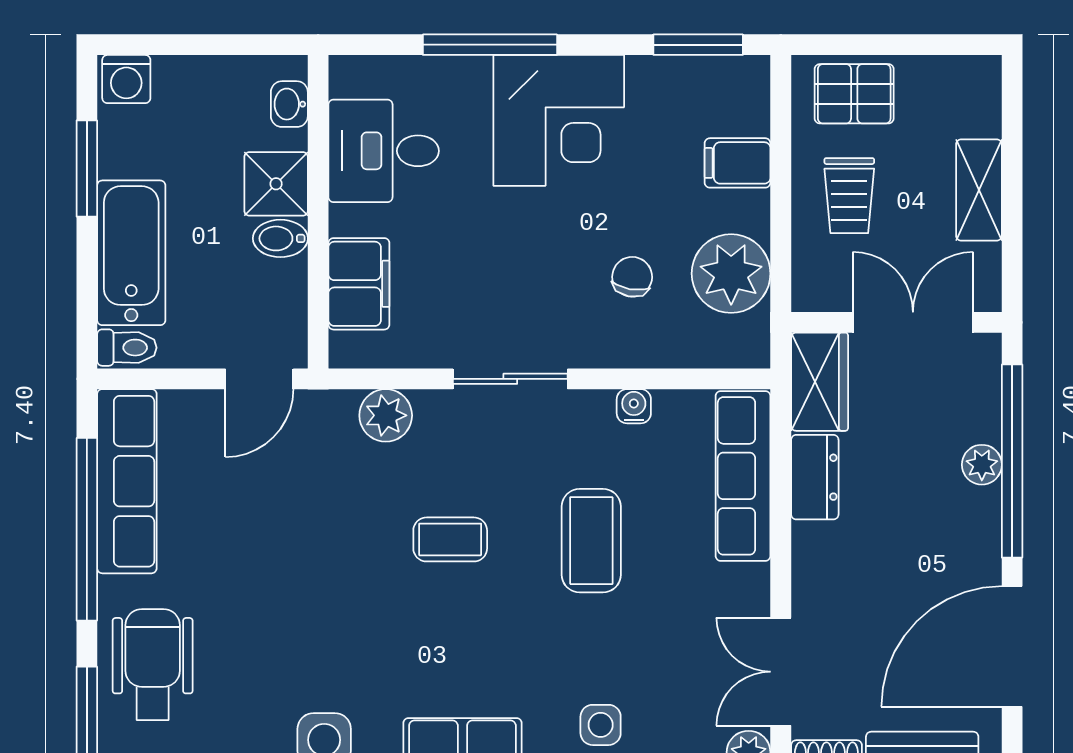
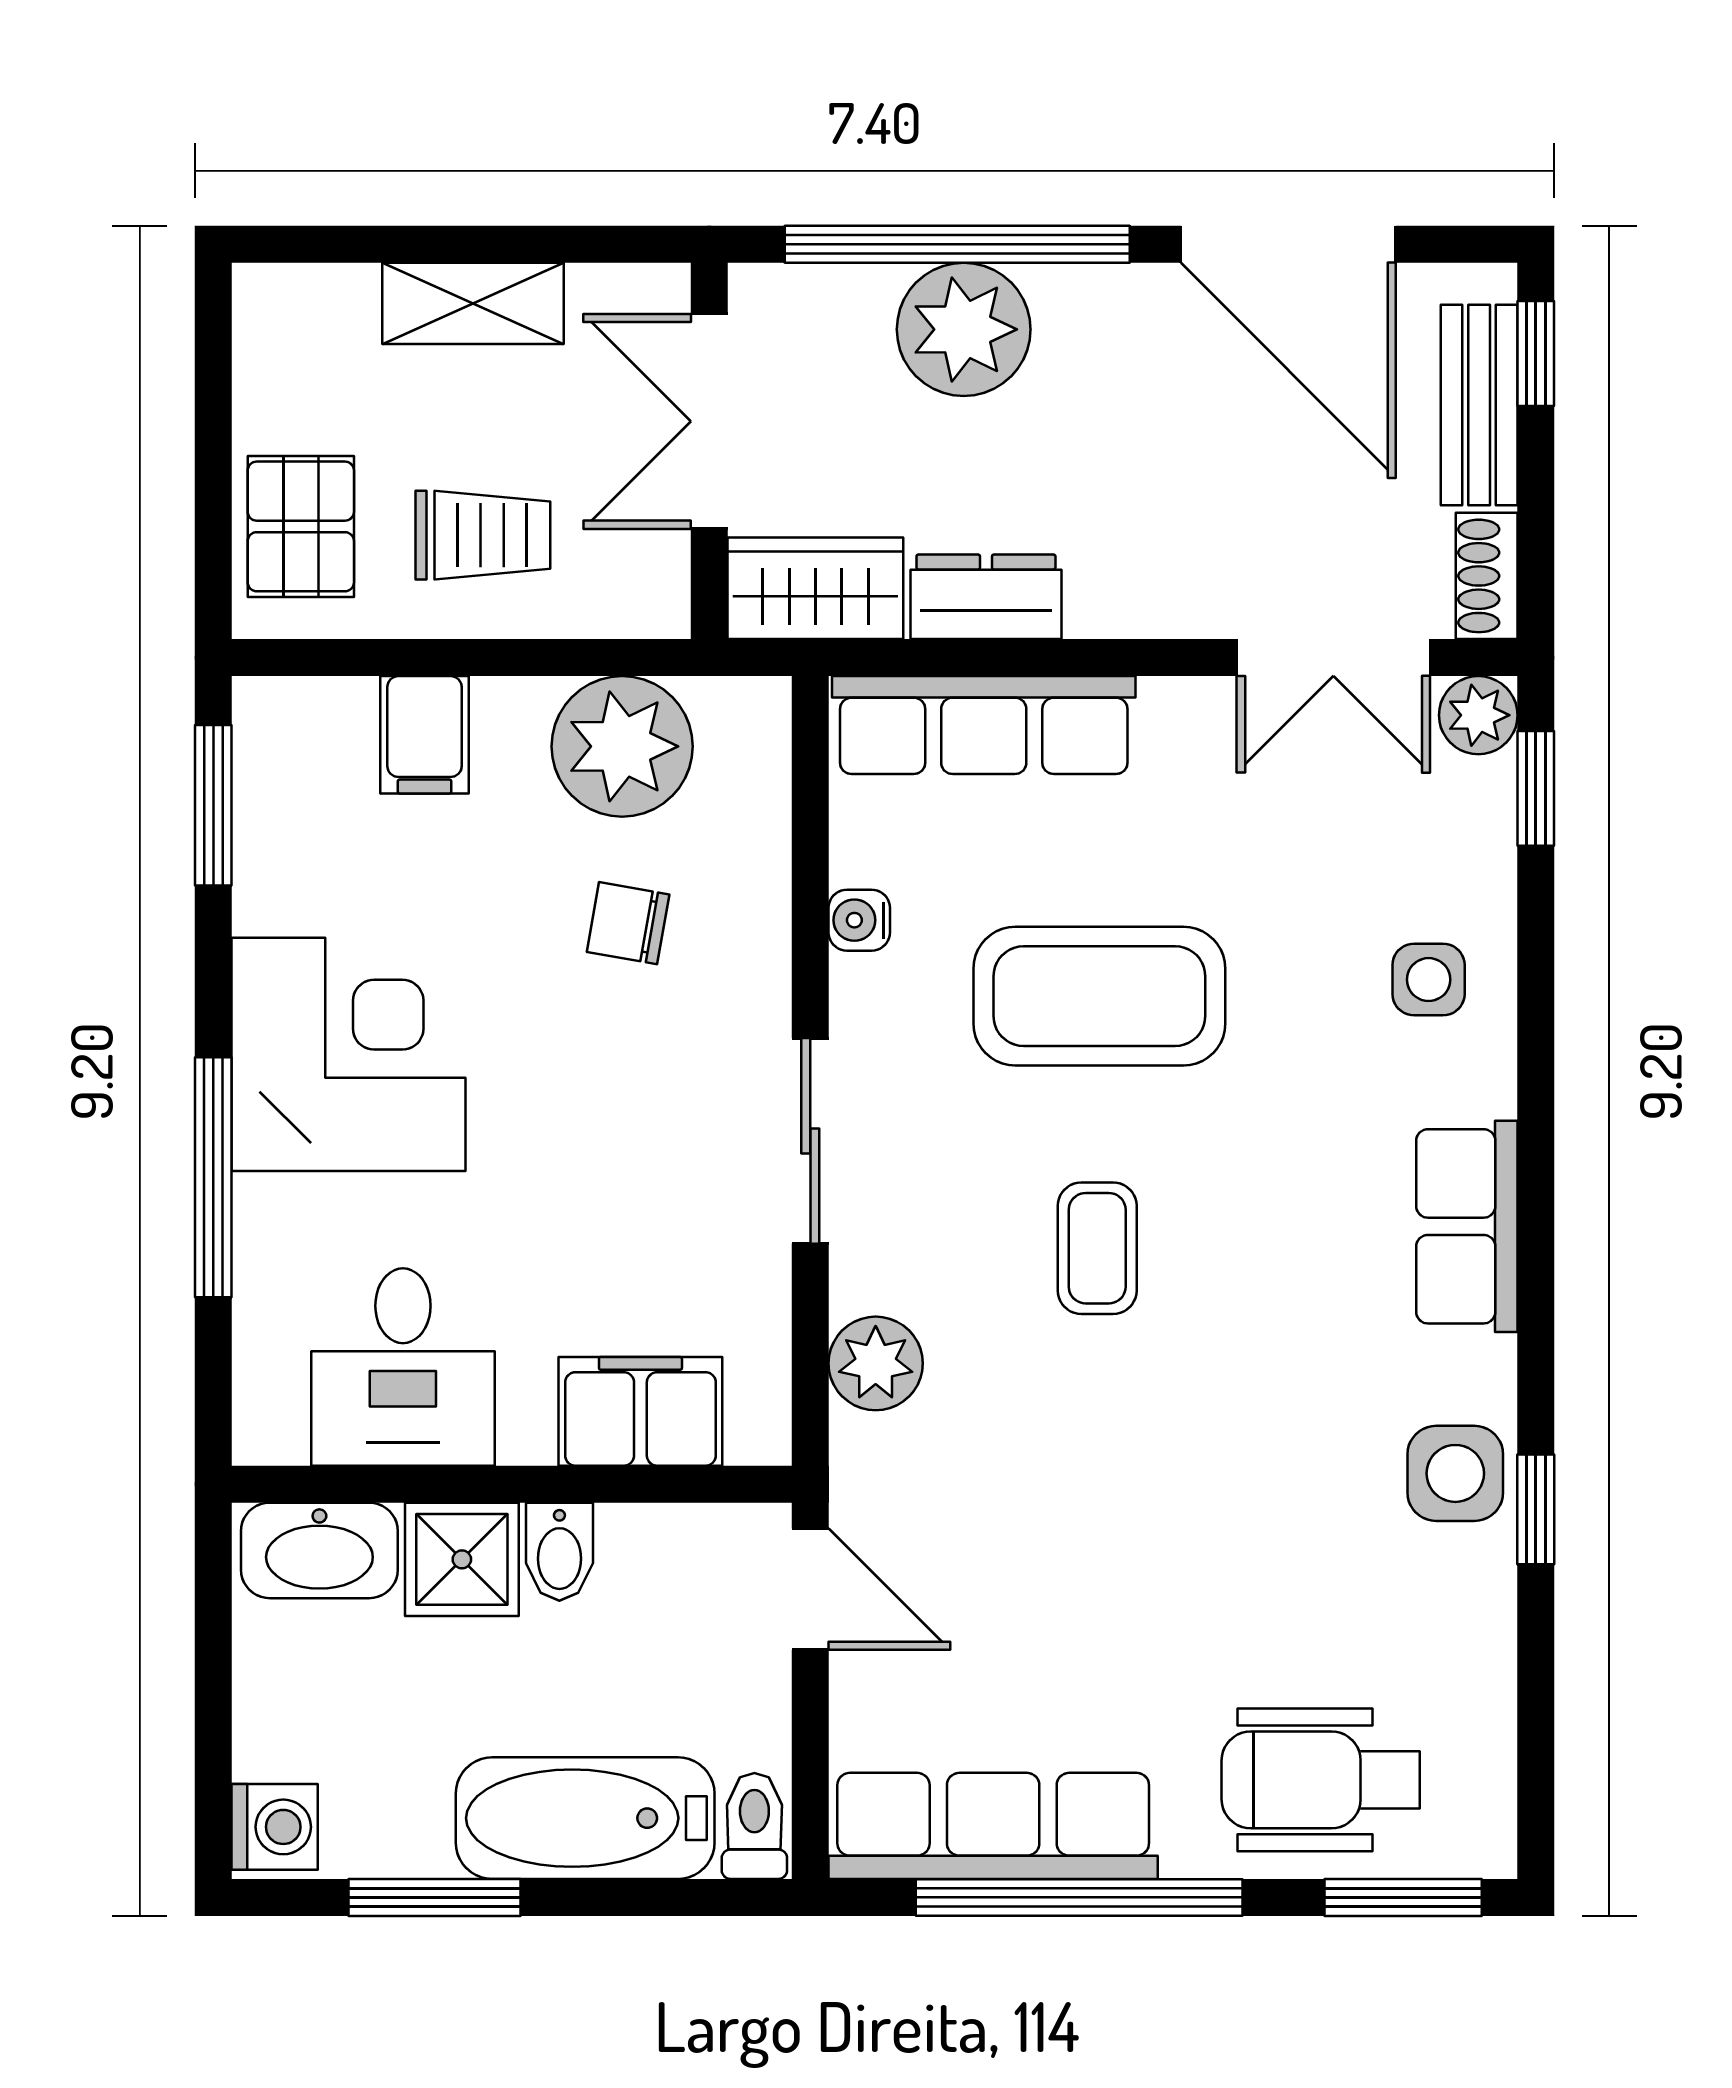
washbasin: (289, 104) -> (319, 1550), width x1.91, depth x1.45
plant: (982, 465) -> (964, 329), width x1.88, depth x1.88
coffee table: (591, 541) -> (1099, 996), width x1.36, depth x1.32

